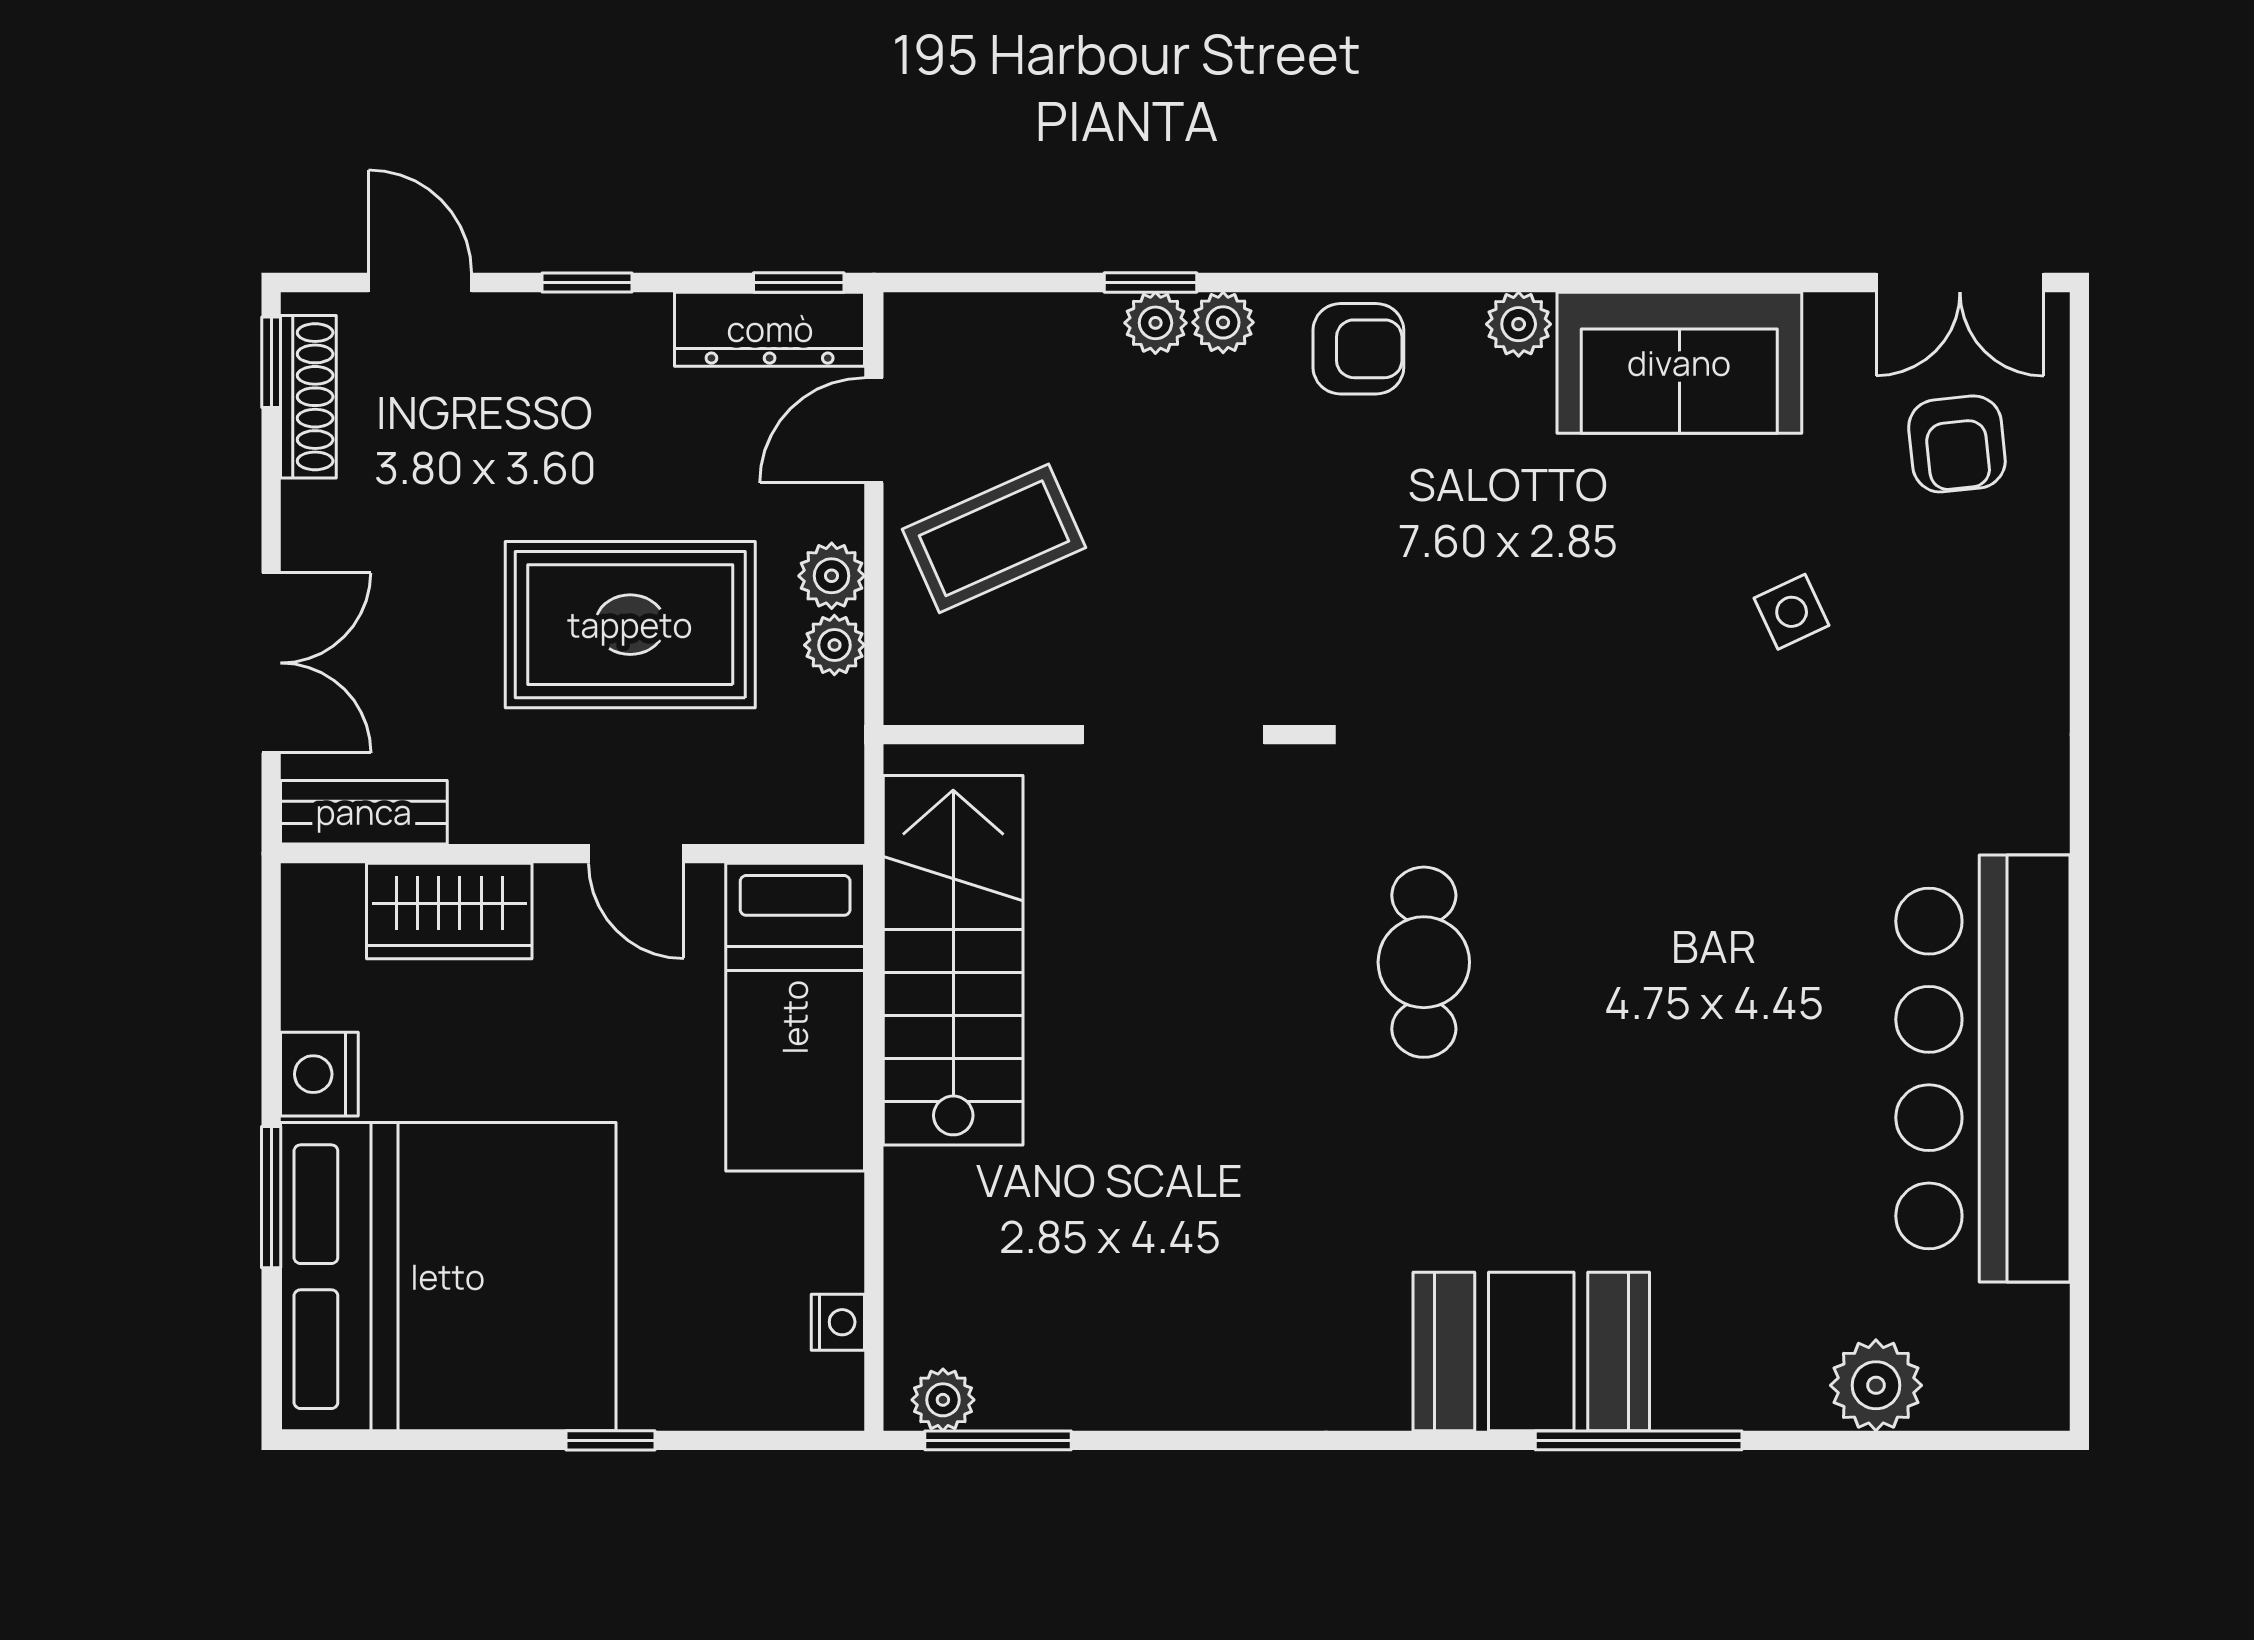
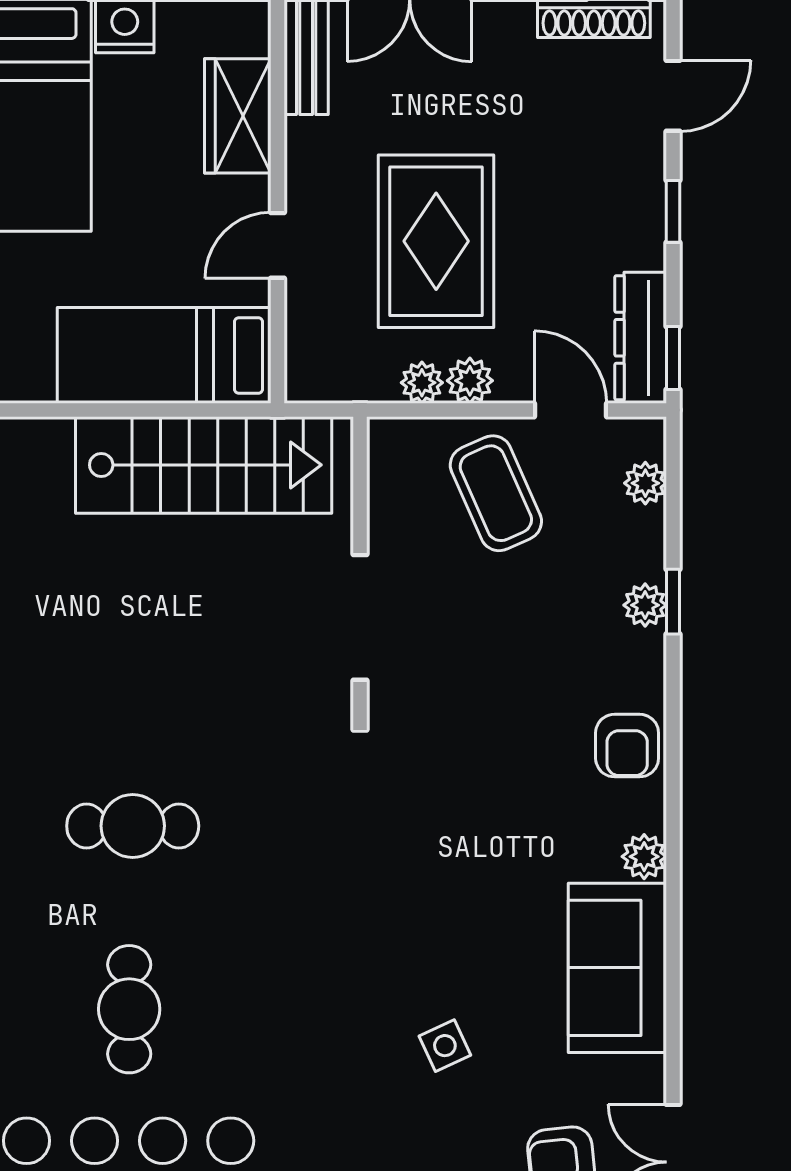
plant: (1223, 322) -> (645, 483), moved
cafe table: (1424, 962) -> (133, 826), moved
cafe table: (1739, 1068) -> (129, 1009), added

